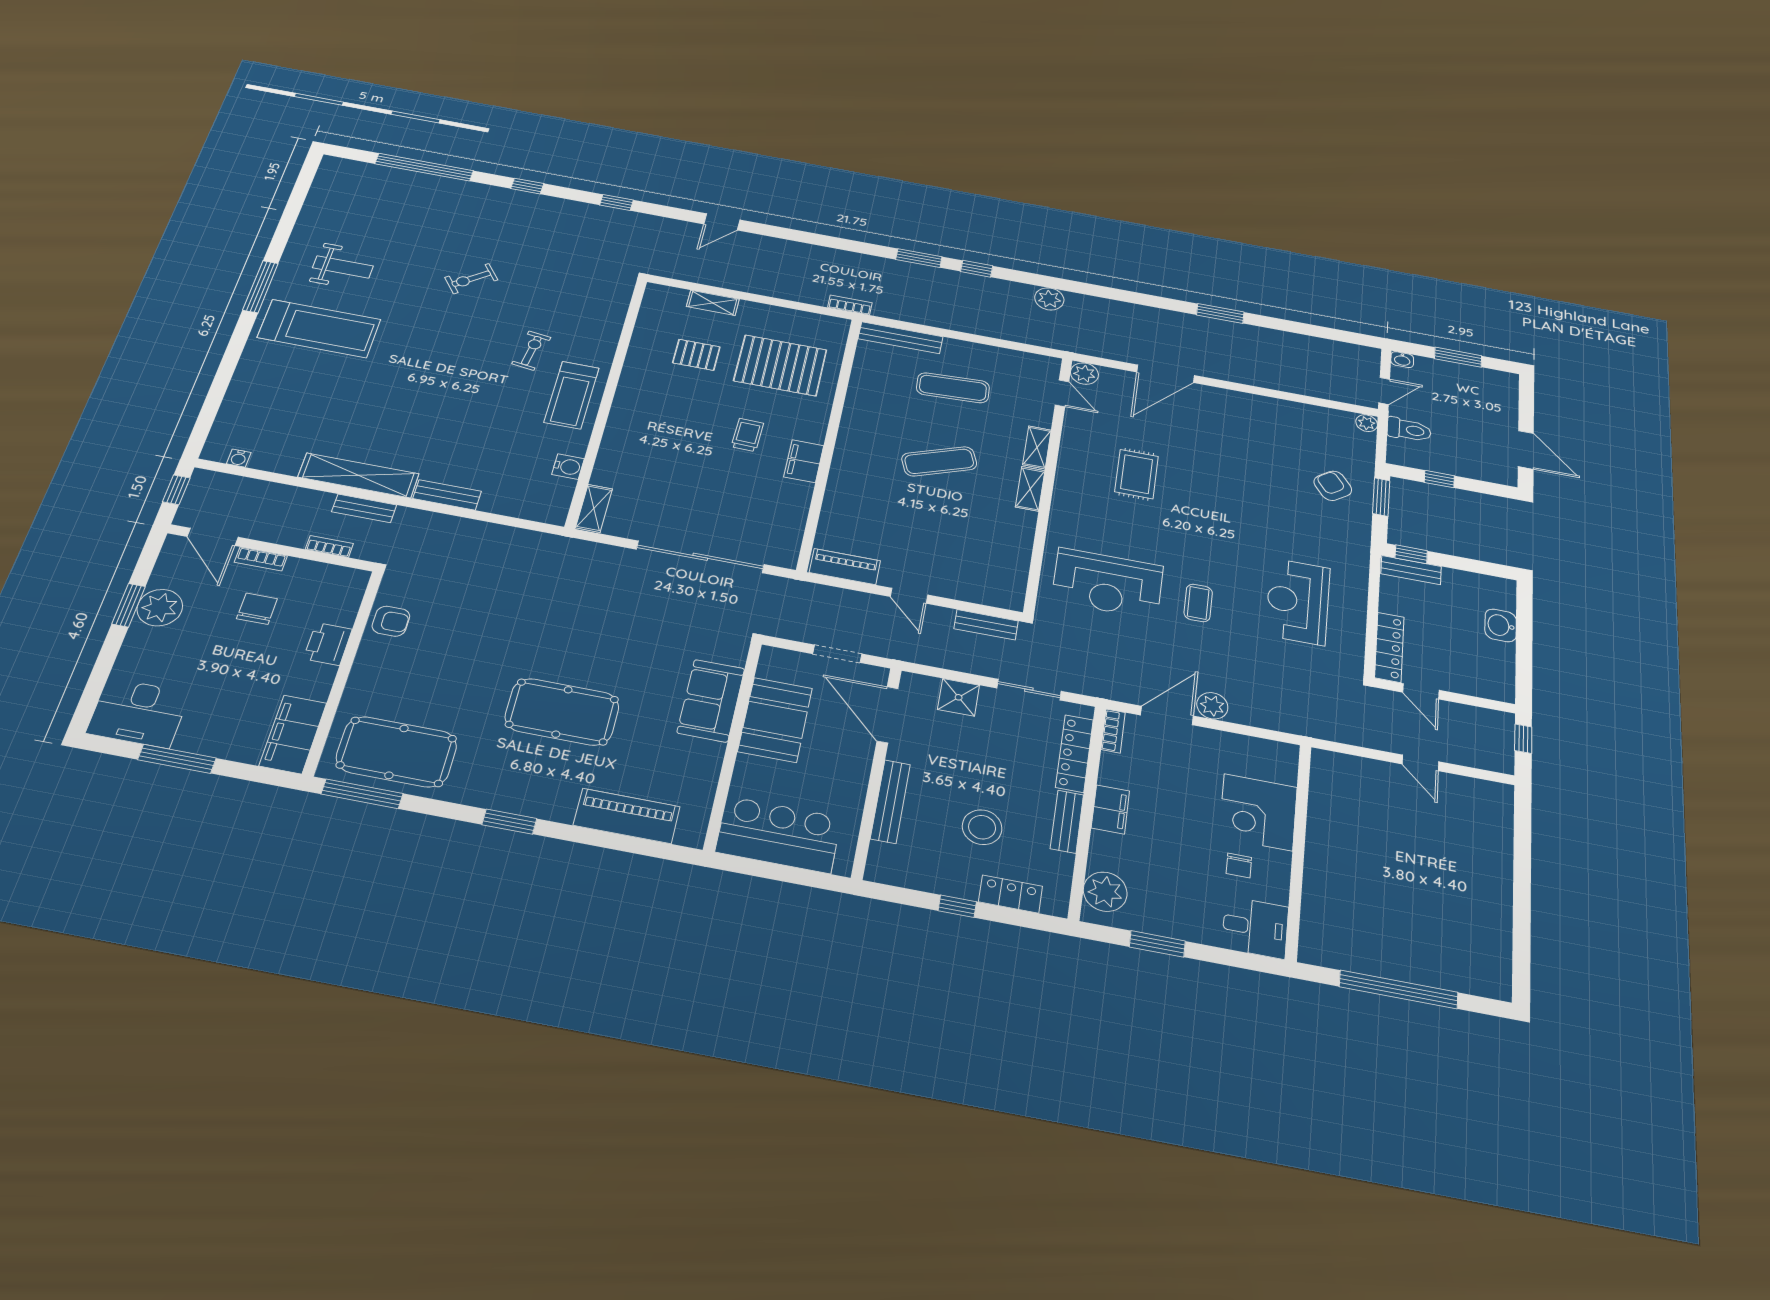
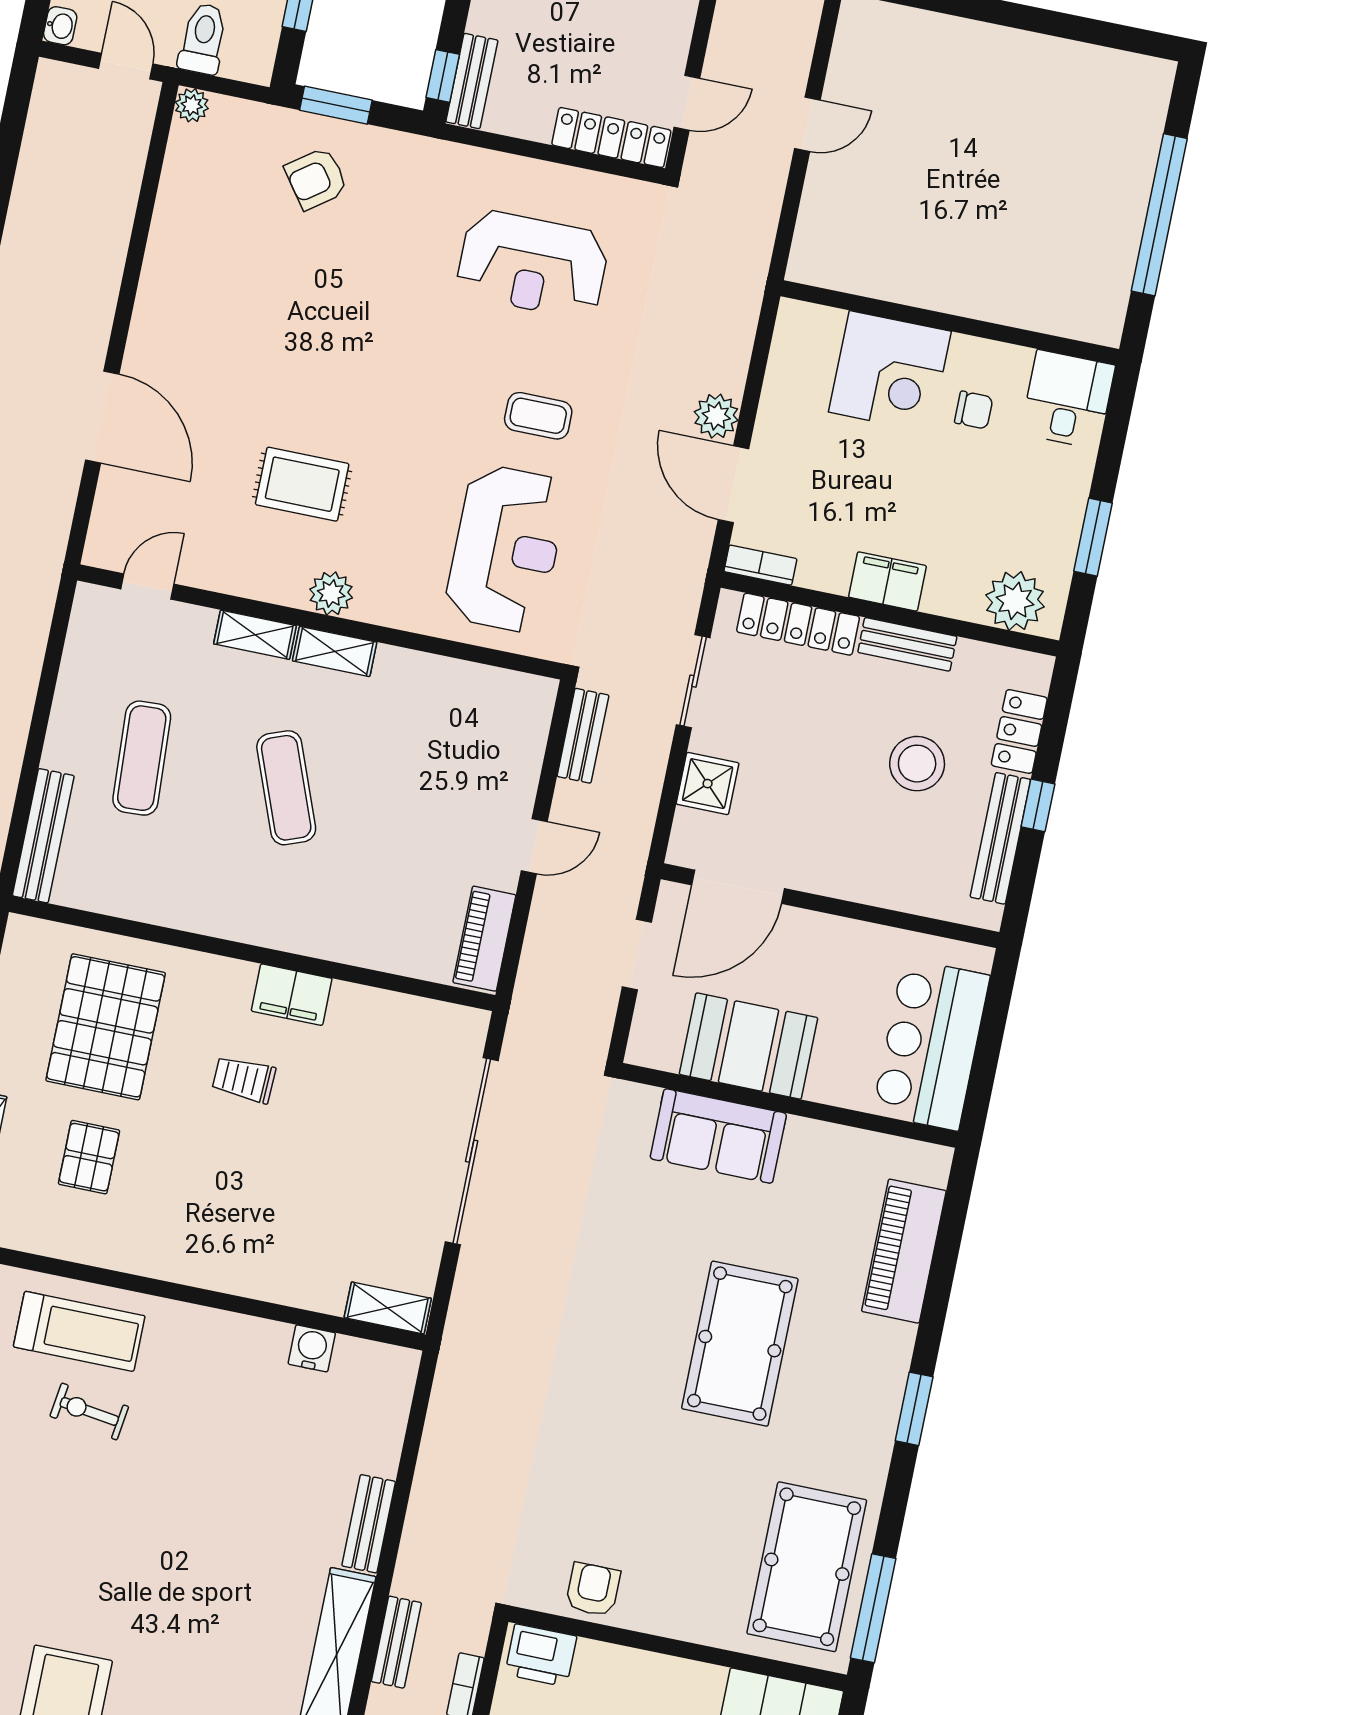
plant: (1084, 374) -> (331, 593), moved
treadmill: (572, 395) -> (79, 1331), moved
printer: (328, 644) -> (541, 1655), moved
bench: (890, 801) -> (1000, 838), moved, turned 90

